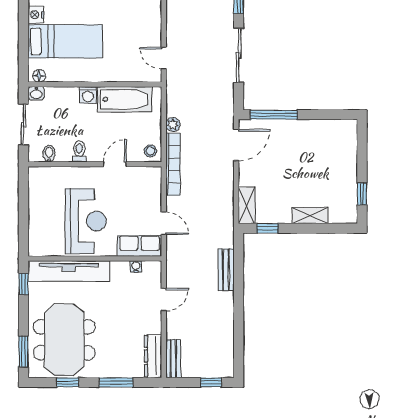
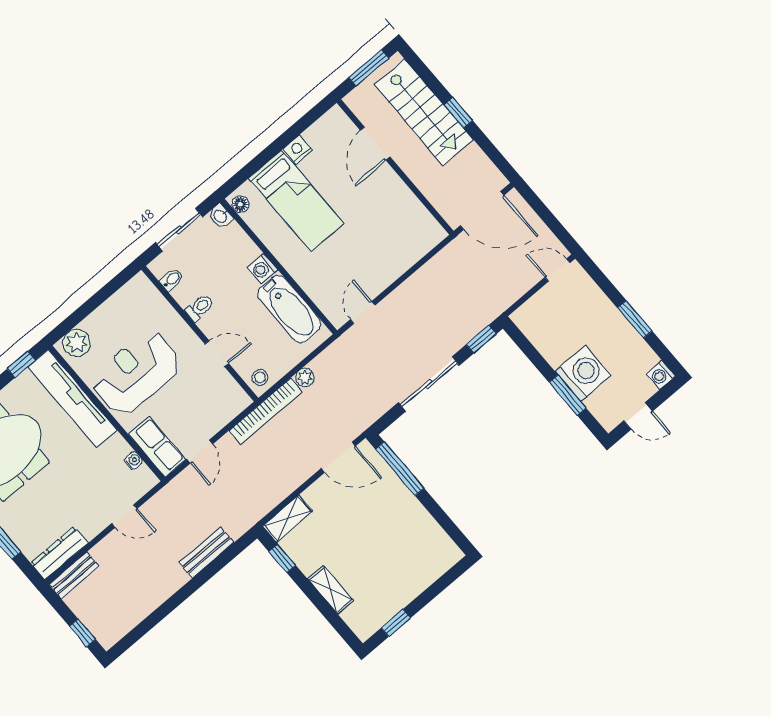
reception desk: (86, 221) -> (136, 373), turned 180
plant: (38, 241) -> (77, 343), added

